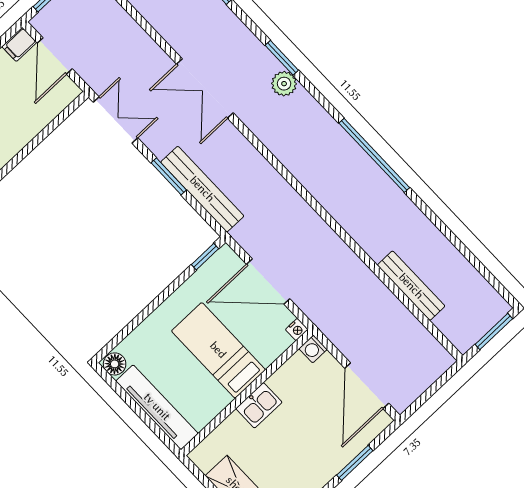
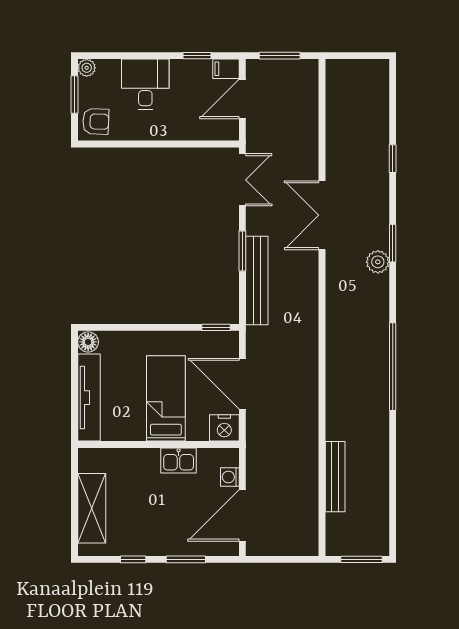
nightstand: (297, 329) -> (224, 428), width x1.89, depth x1.79
washing machine: (313, 349) -> (230, 477), moved
kitchen sink: (259, 405) -> (179, 461), moved

